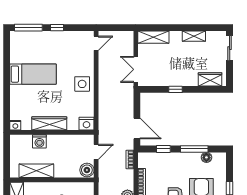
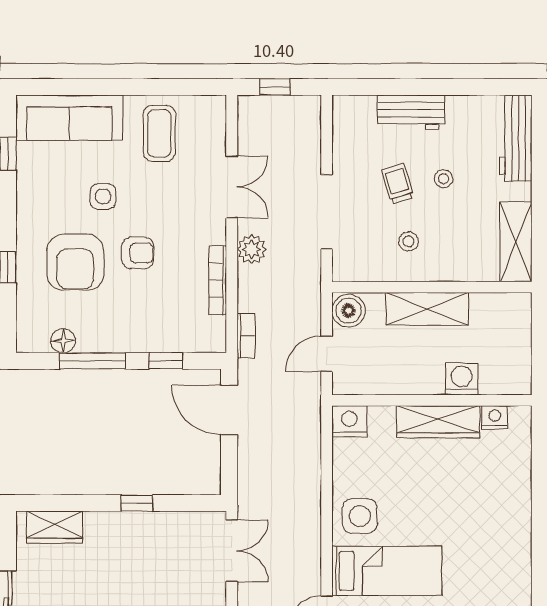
bed: (33, 74) -> (387, 571), moved, turned 180
nightstand: (15, 125) -> (495, 417), moved
shelving: (36, 171) -> (427, 309), moved

